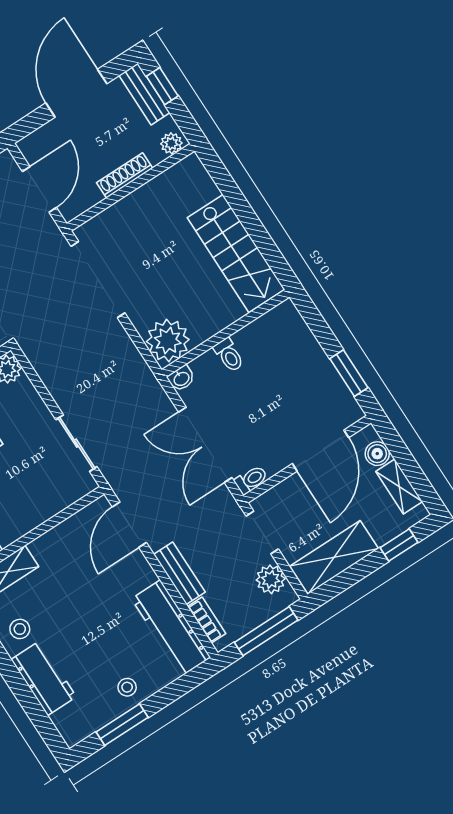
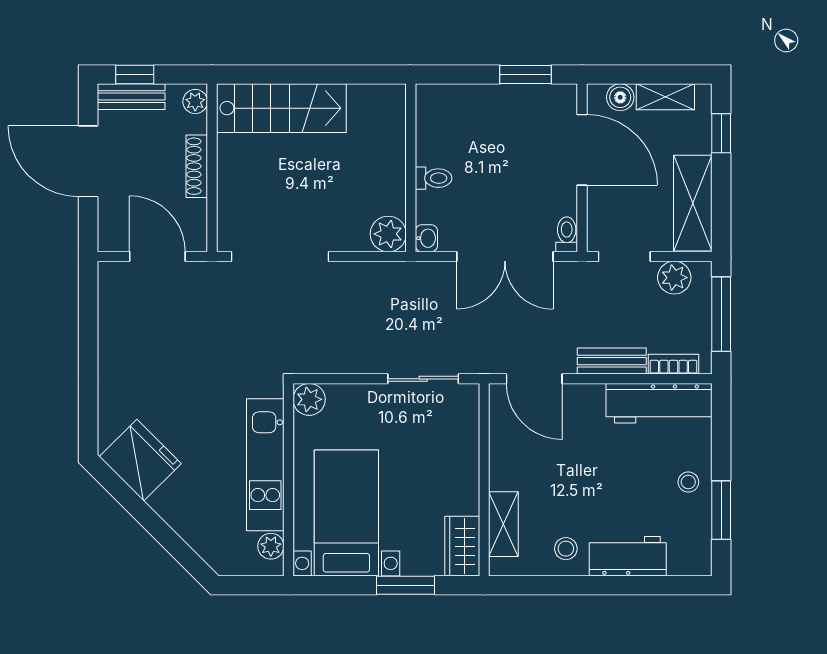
stairs: (236, 254) -> (281, 108), moved
plant: (168, 341) -> (388, 234), width x0.73, depth x0.73

